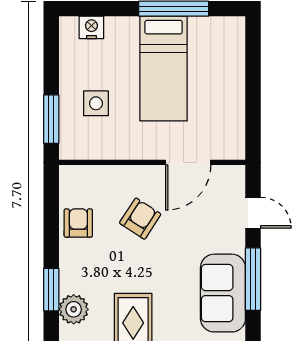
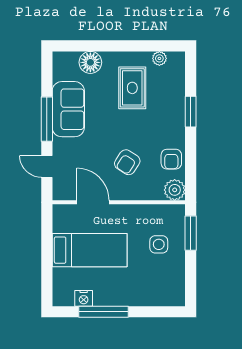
nightstand: (91, 27) -> (84, 298), moved
bed: (164, 69) -> (90, 250), moved, turned 90
door: (188, 162) -> (93, 202), hinge flipped
plant: (74, 309) -> (175, 190), moved

